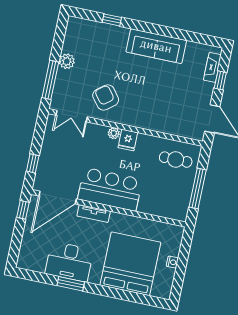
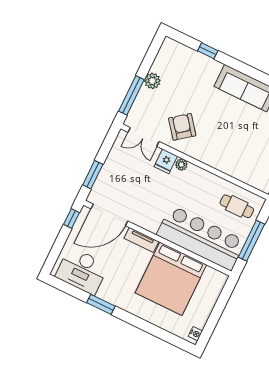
fridge: (128, 140) -> (166, 161), moved
window: (33, 163) -> (93, 175), width x1.50
bar counter: (110, 189) -> (201, 238), moved, width x1.36
desk: (69, 262) -> (82, 271), moved
nightstand: (172, 262) -> (195, 334), moved
bed: (130, 264) -> (171, 279), moved, turned 180

